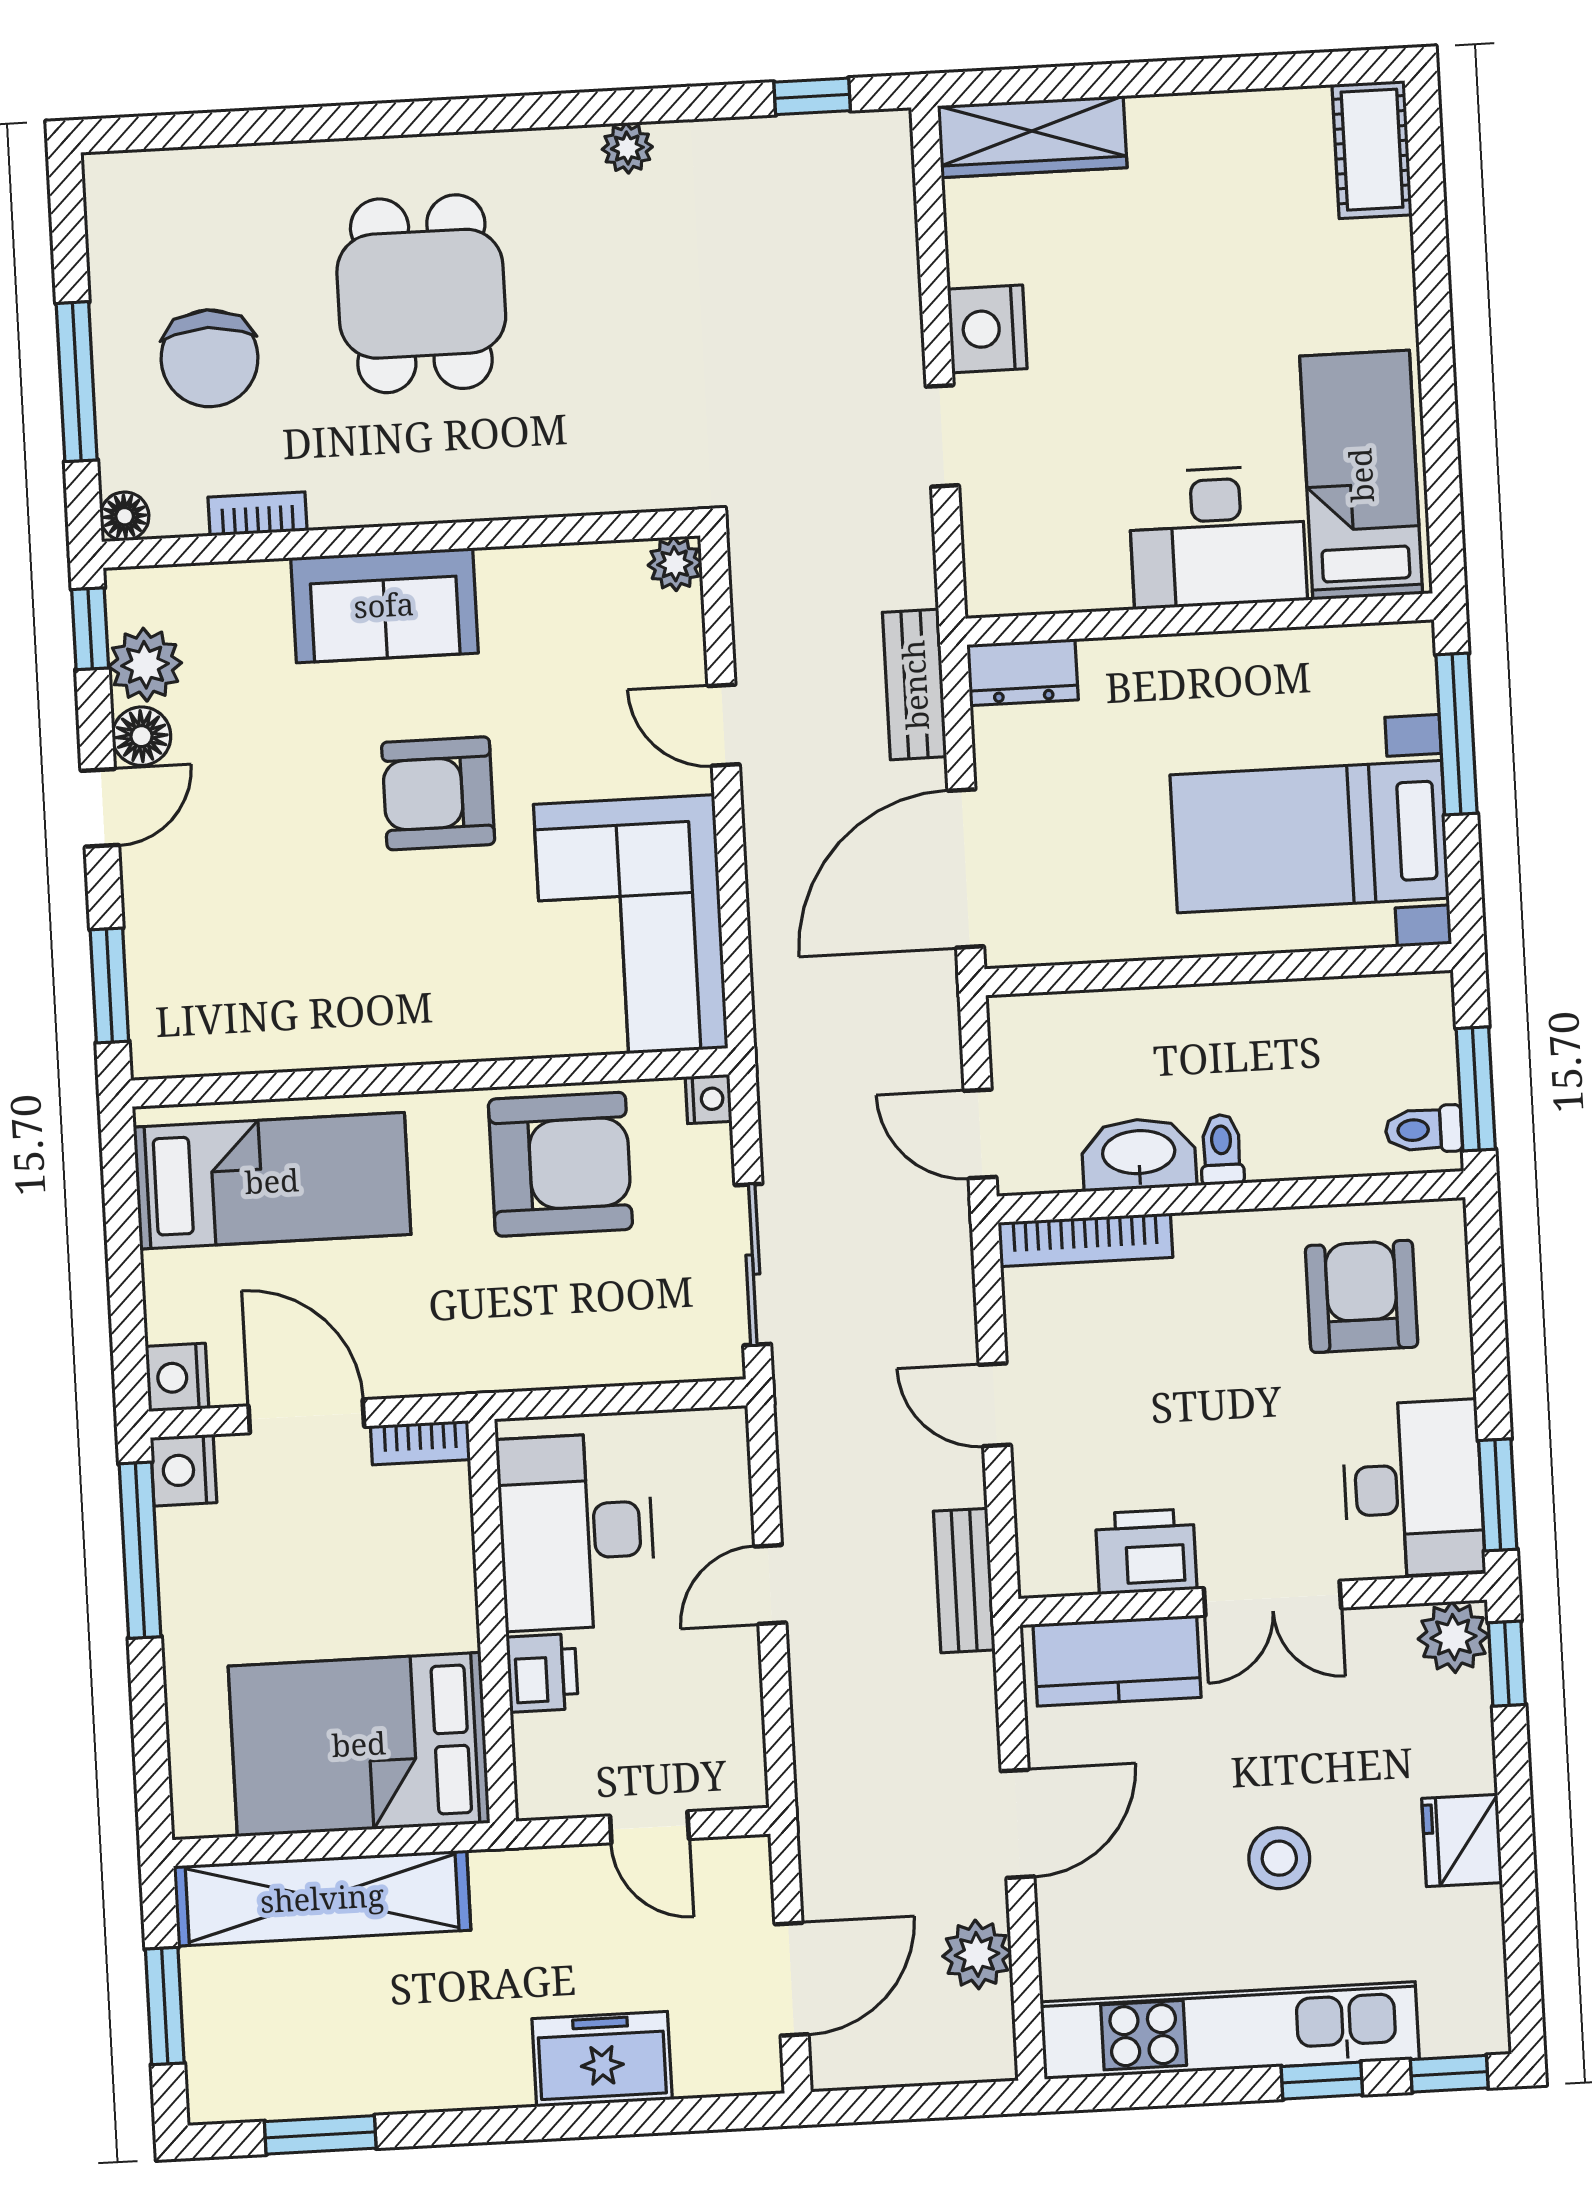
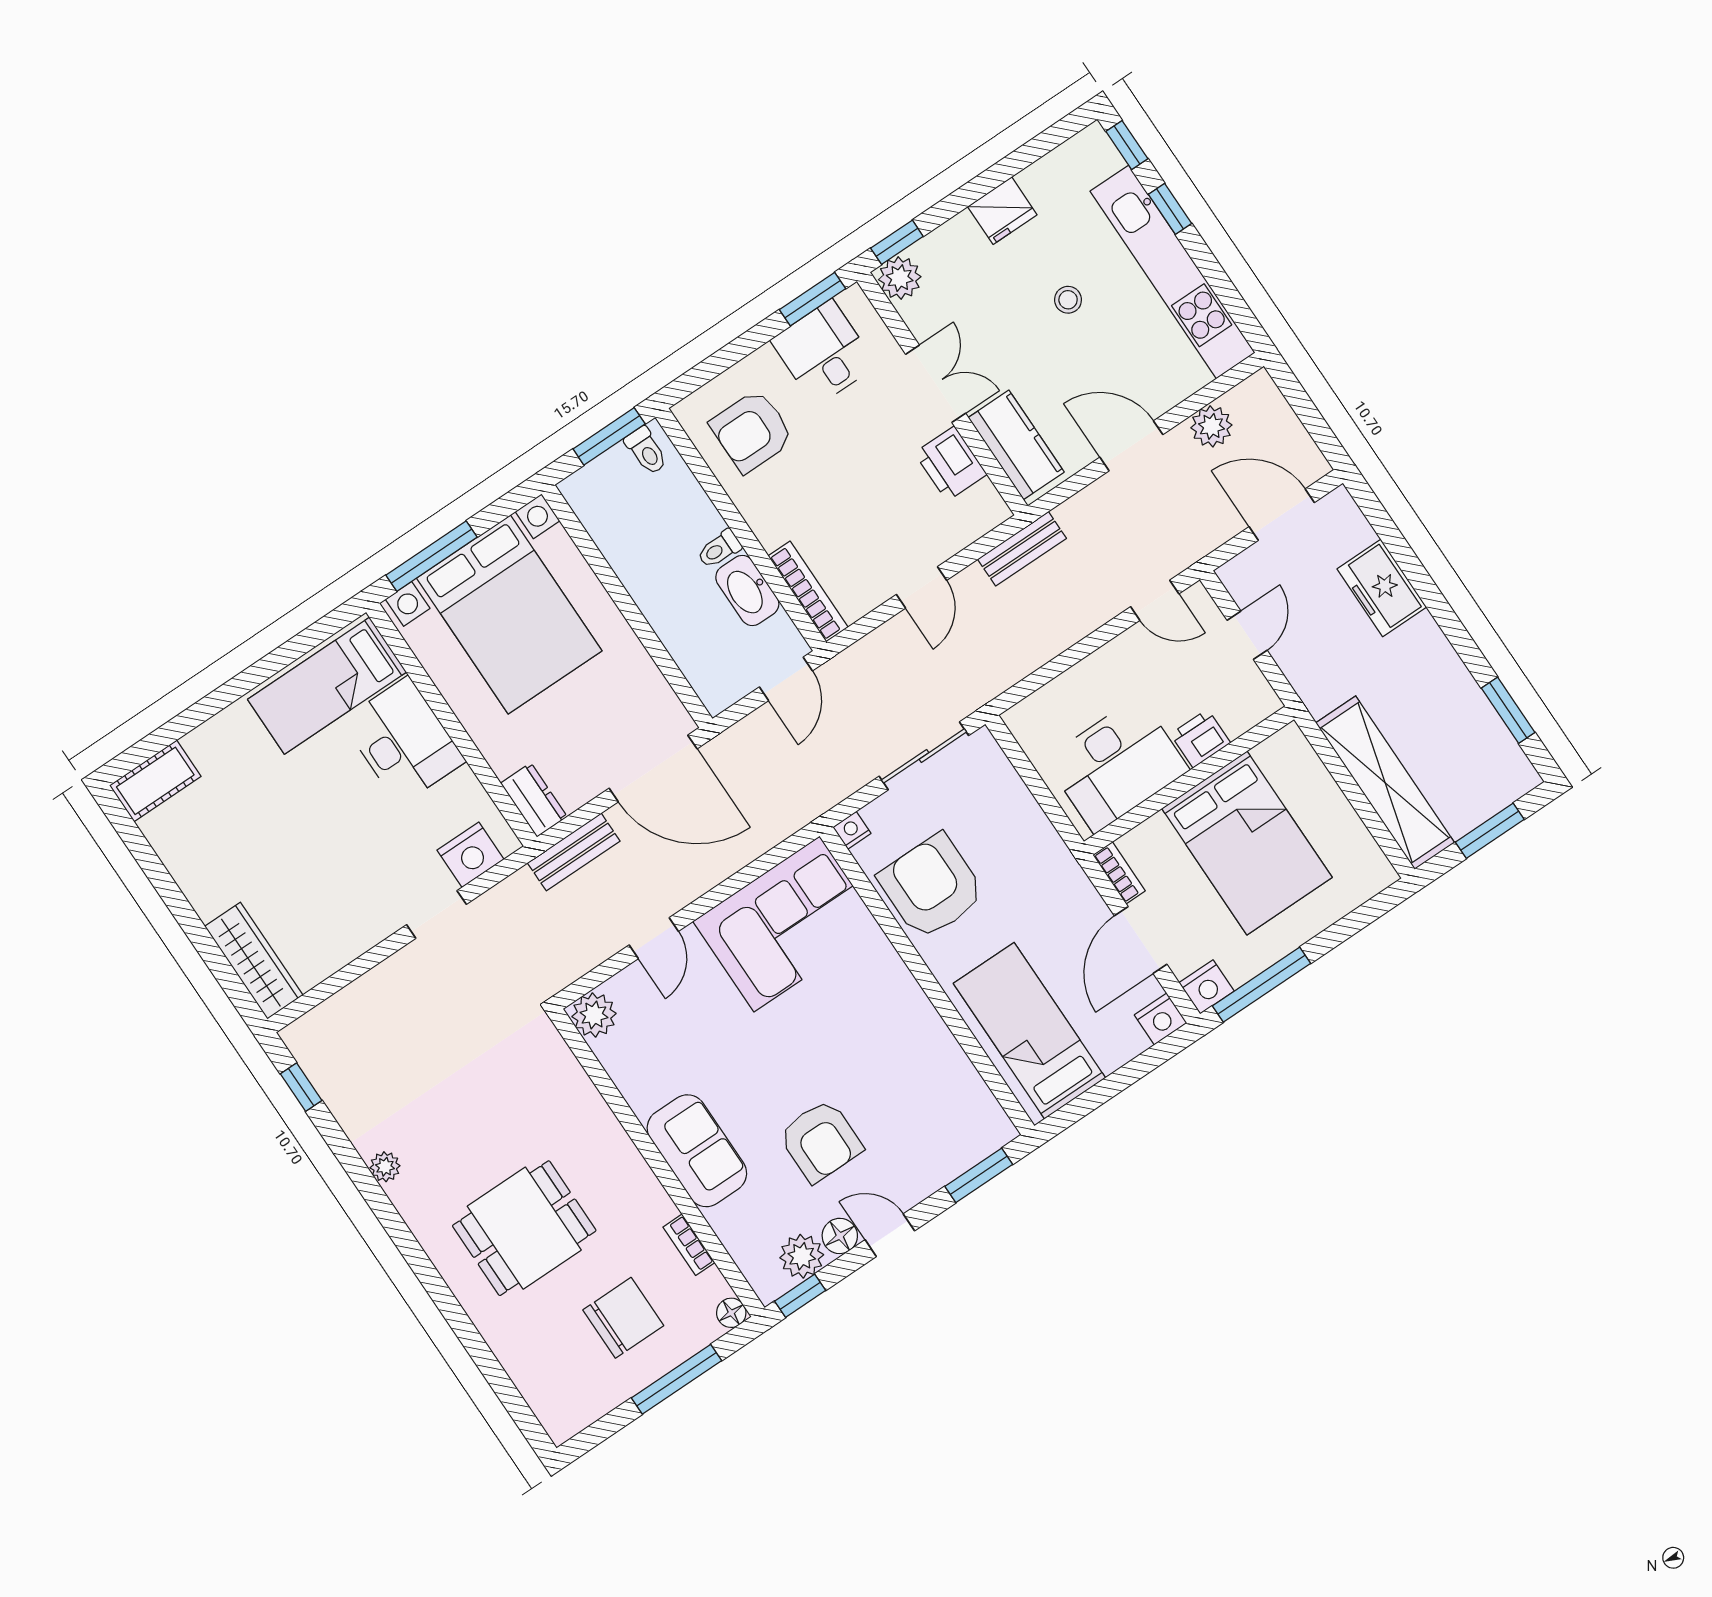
nightstand: (987, 329) -> (470, 855), moved
plant: (675, 564) -> (594, 1015), width x1.38, depth x1.38
armchair: (438, 793) -> (821, 1141), moved
bed with nightstands: (1310, 837) -> (509, 614), width x1.36
desk: (1413, 1489) -> (824, 353), width x0.73
door: (770, 1584) -> (1155, 600), moved
bed: (359, 1744) -> (1247, 843), moved
stool: (1279, 1858) -> (1068, 300), width x0.73, depth x0.73

